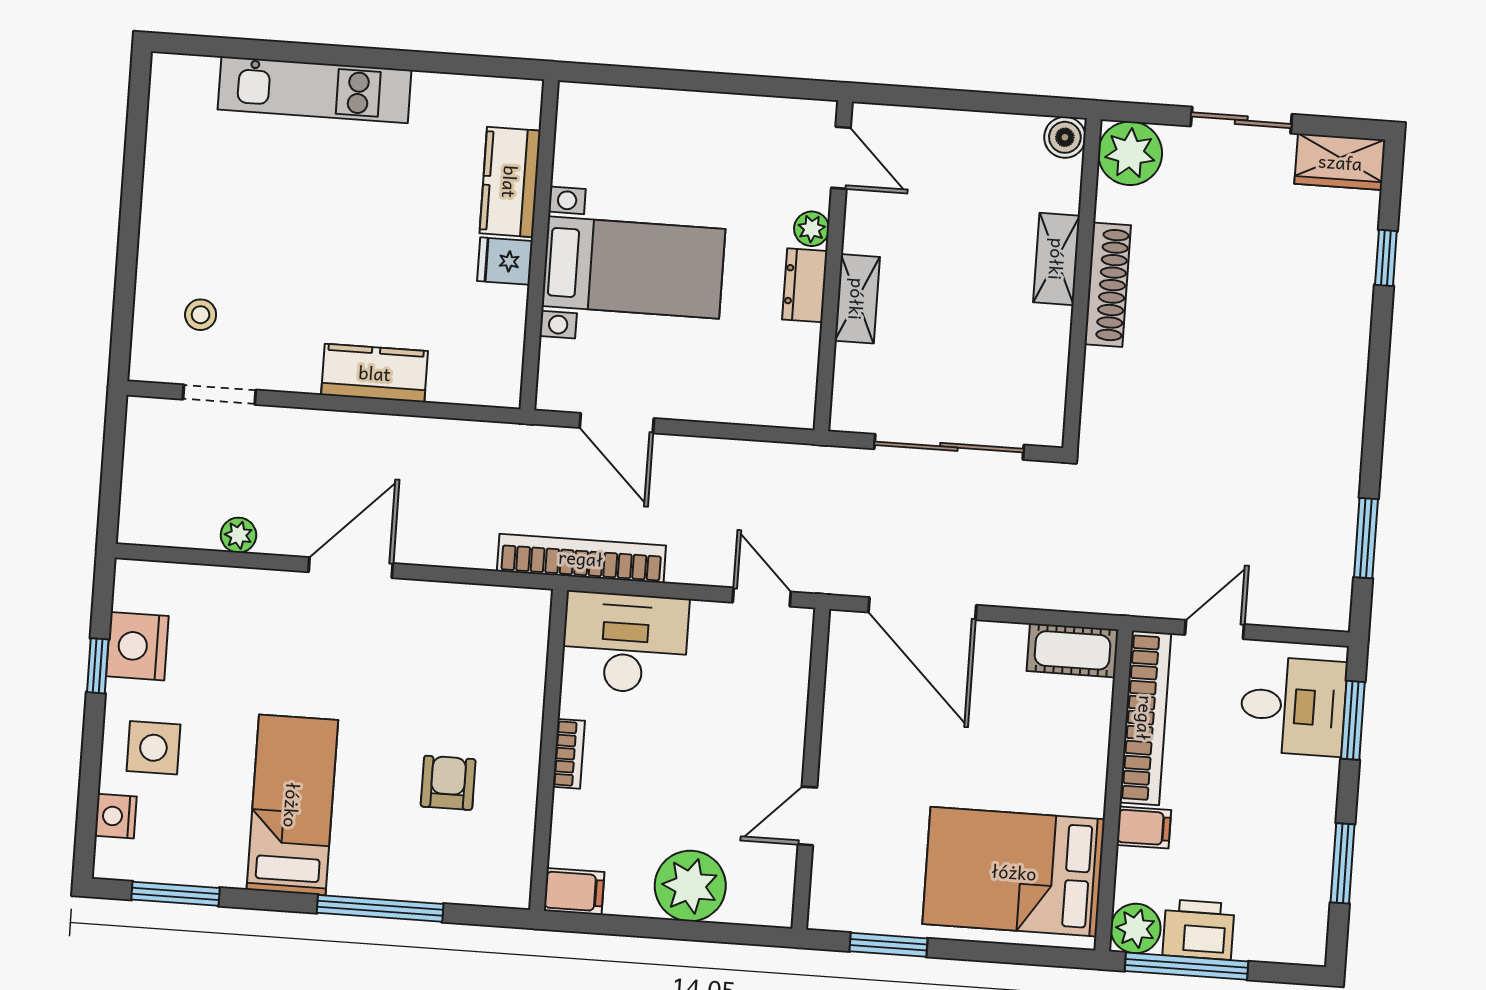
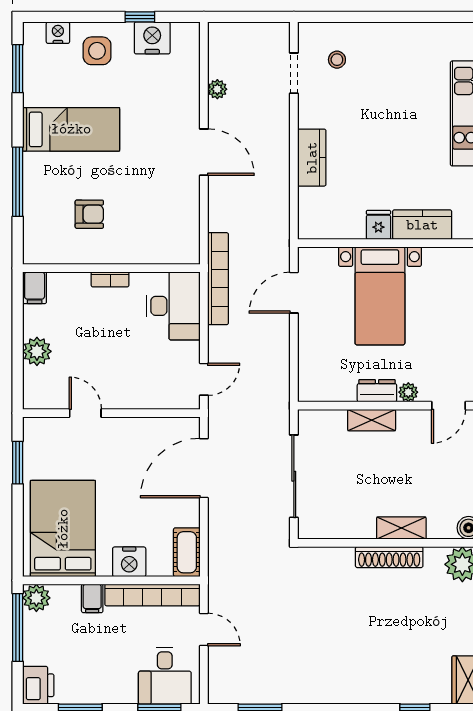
nightstand: (1082, 756) -> (129, 562), added
plant: (690, 886) -> (37, 351), width x0.73, depth x0.73
printer: (1198, 930) -> (38, 685), moved

